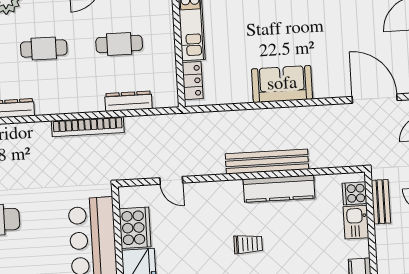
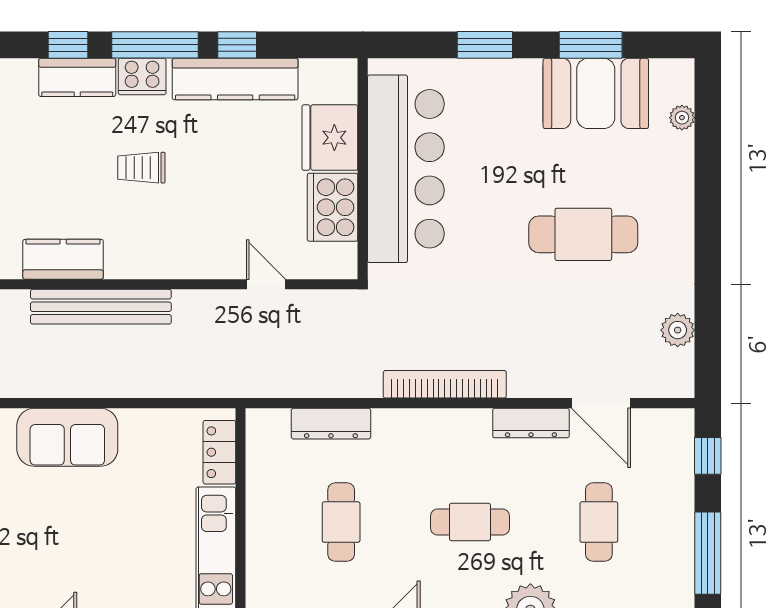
cafe table: (119, 44) -> (341, 522), turned 90
bookcase: (88, 127) -> (445, 384), moved
kitchen counter: (279, 189) -> (63, 259), width x0.67

